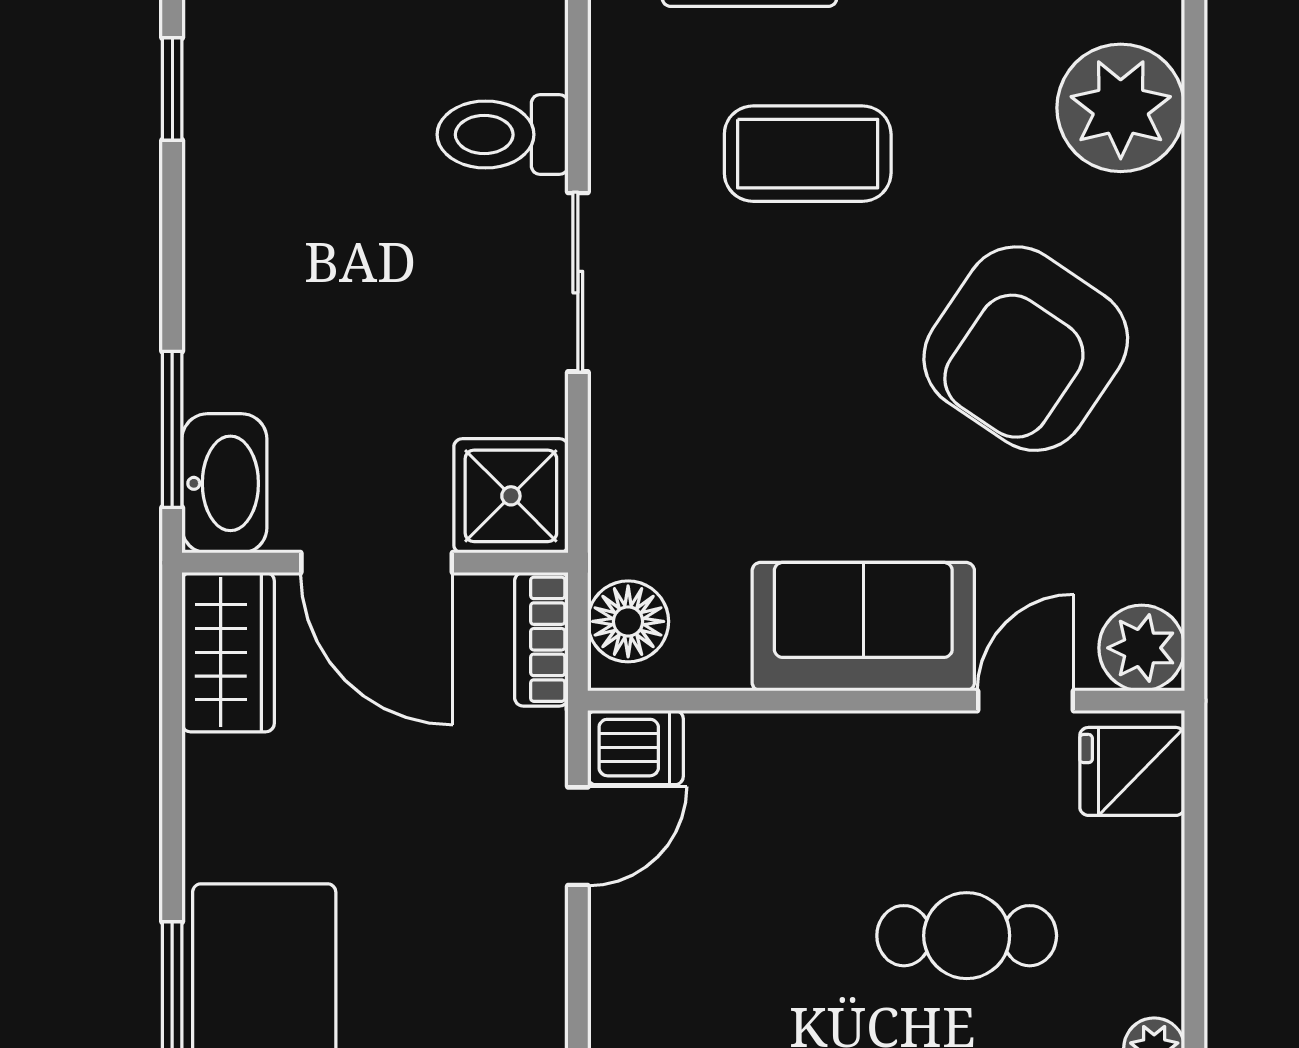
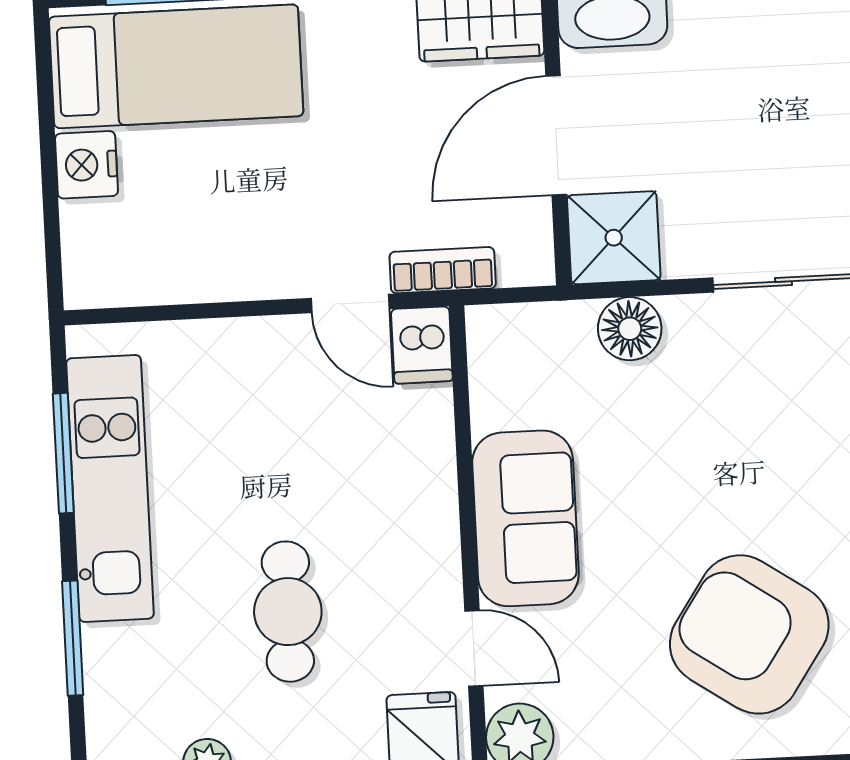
floor lamp: (628, 621) -> (630, 329), moved
bookcase: (541, 639) -> (443, 270), moved

